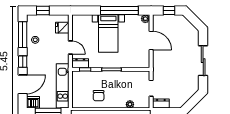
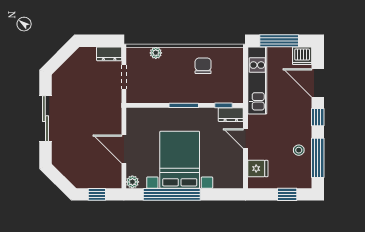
bed with nightstands: (108, 33) -> (180, 160), width x1.36
door: (23, 84) -> (318, 83), hinge flipped

